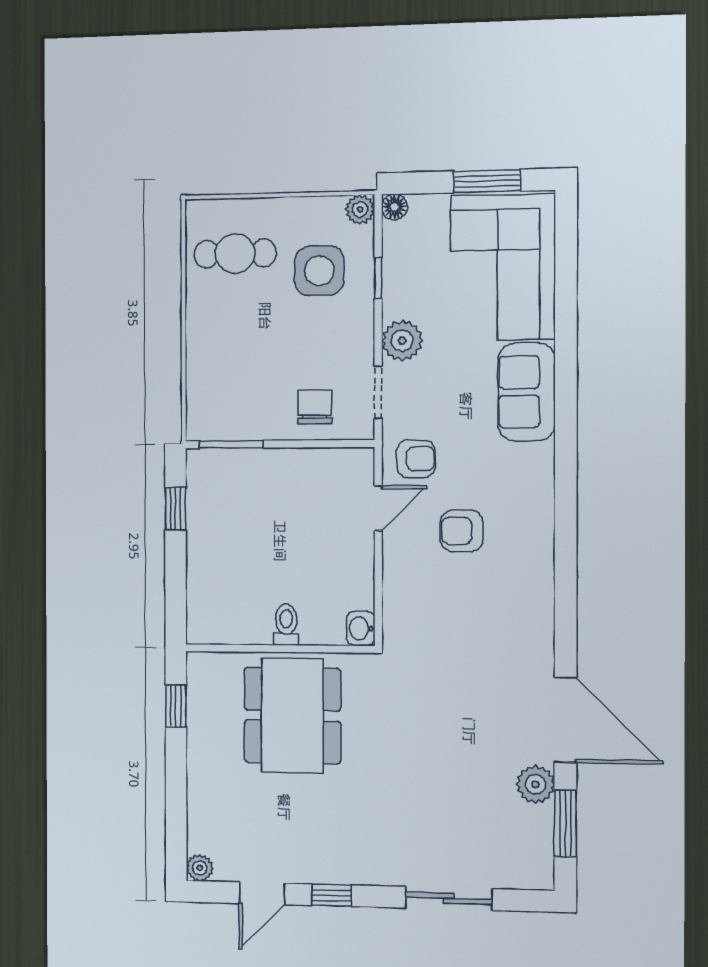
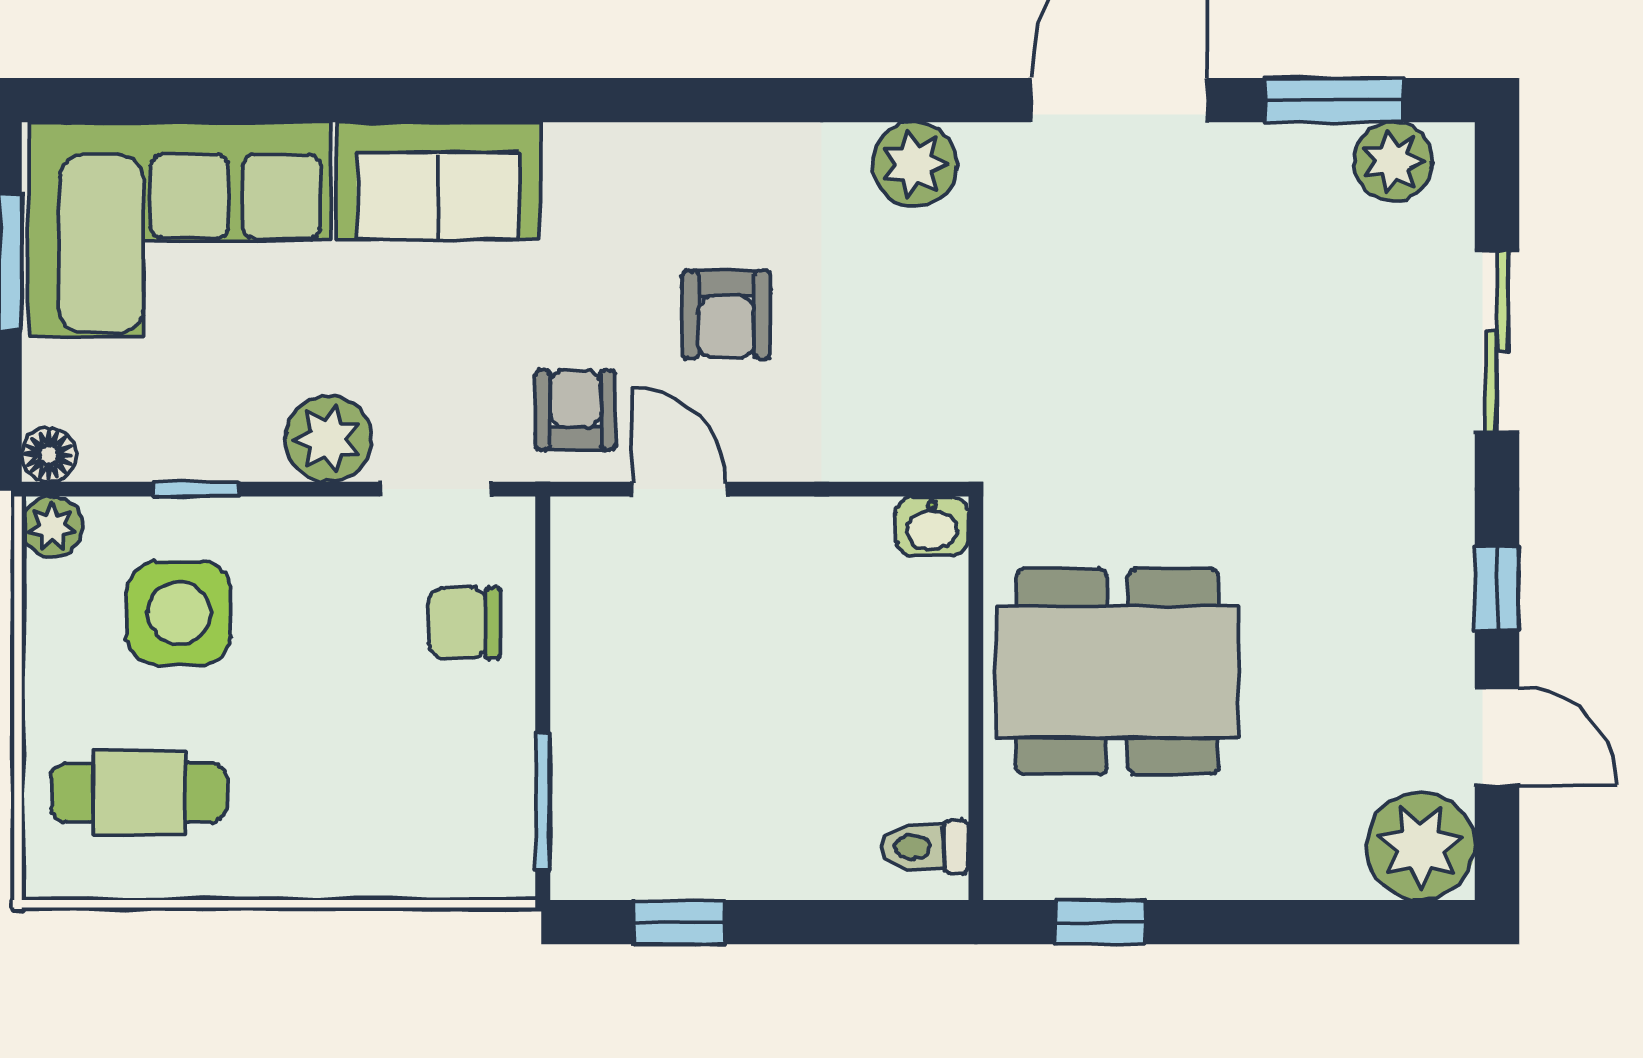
cafe table: (235, 254) -> (139, 793), turned 90
plant: (534, 621) -> (915, 164), added
toilet: (286, 625) -> (925, 847), moved
plant: (536, 784) -> (1393, 162), moved
plant: (200, 868) -> (1421, 846), width x1.87, depth x1.87

